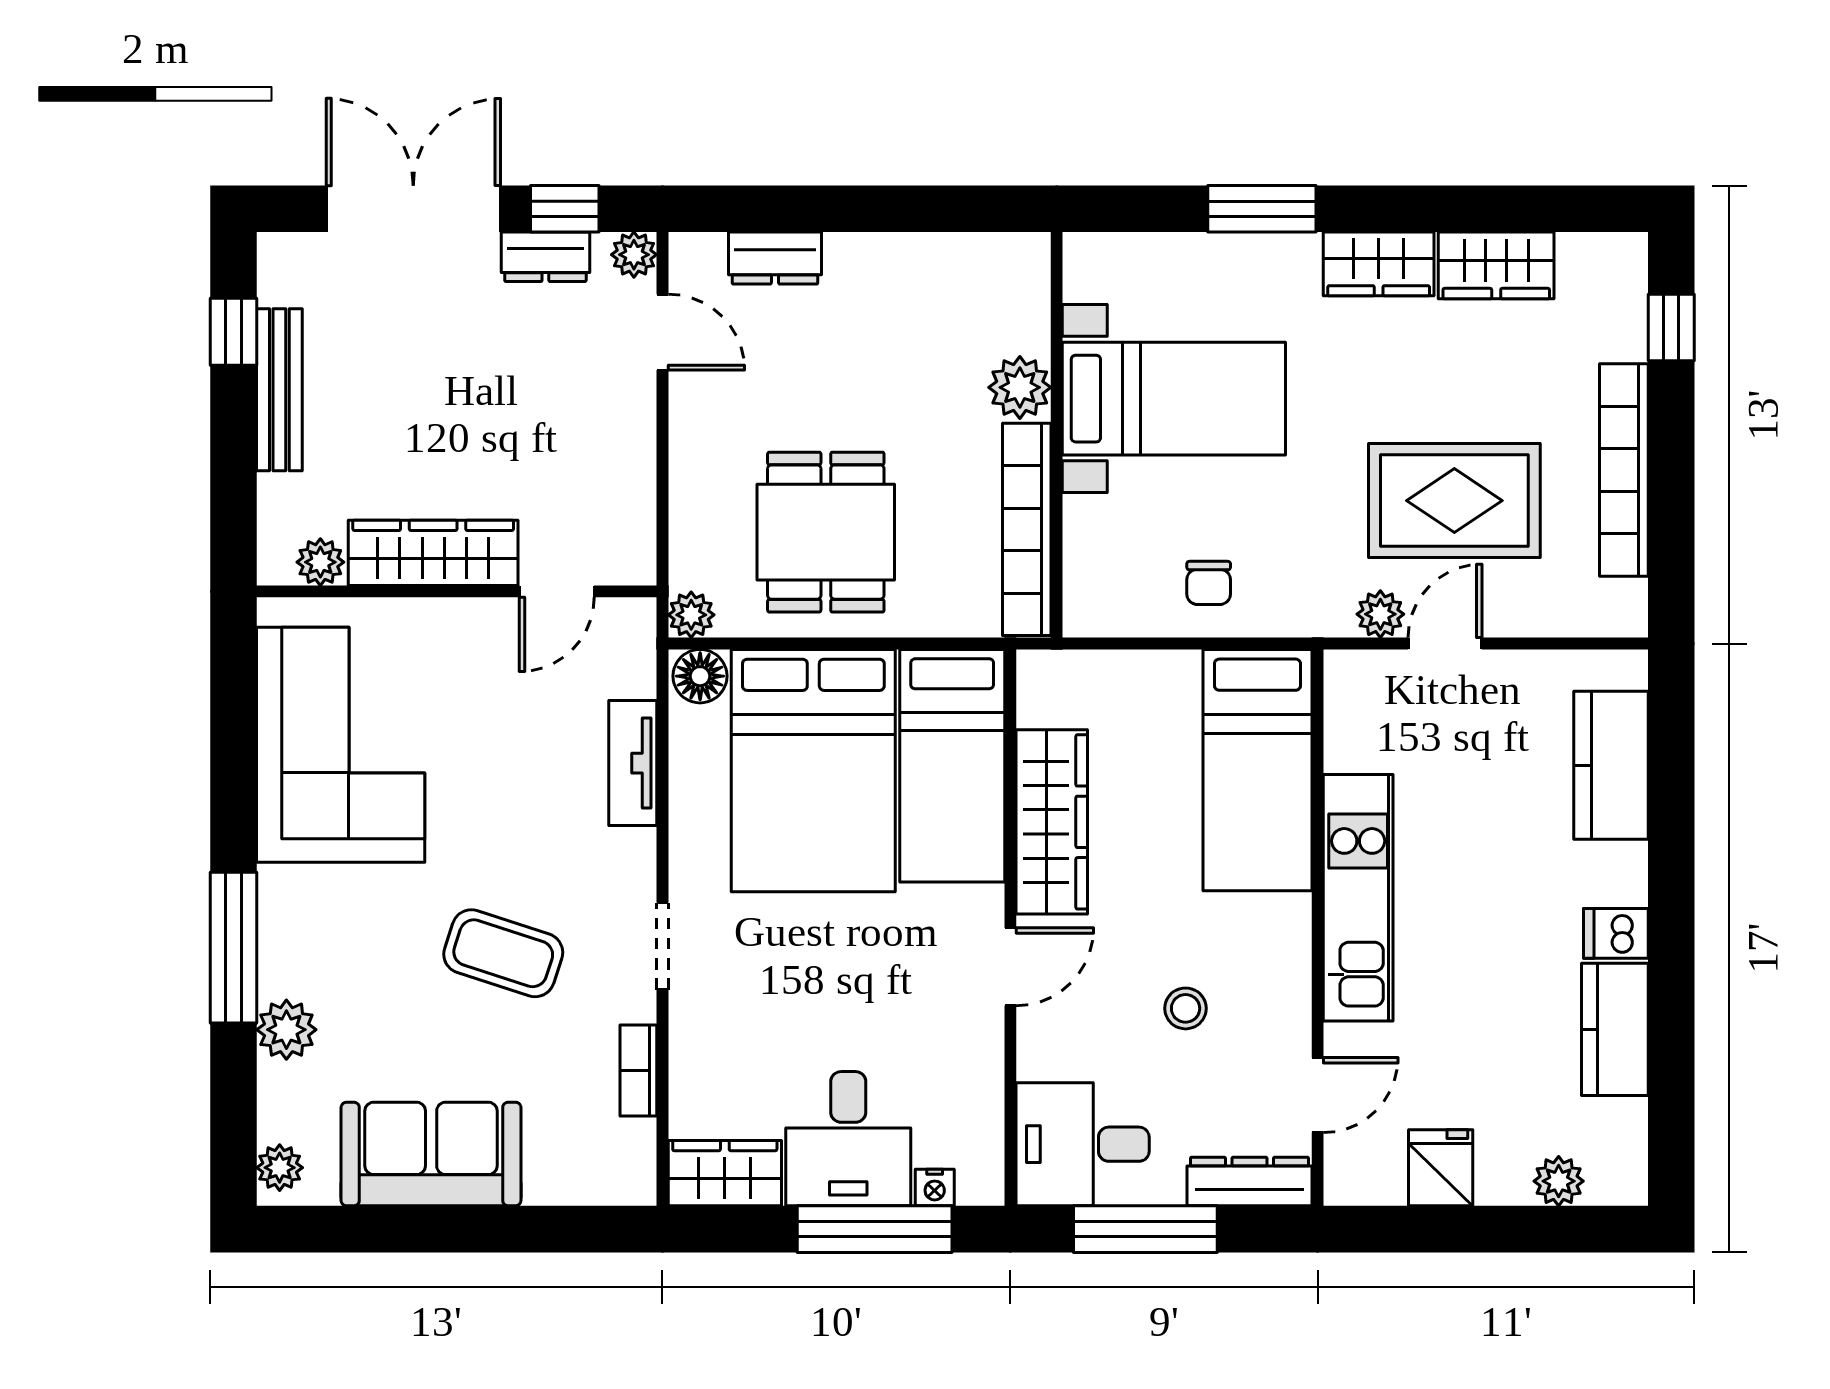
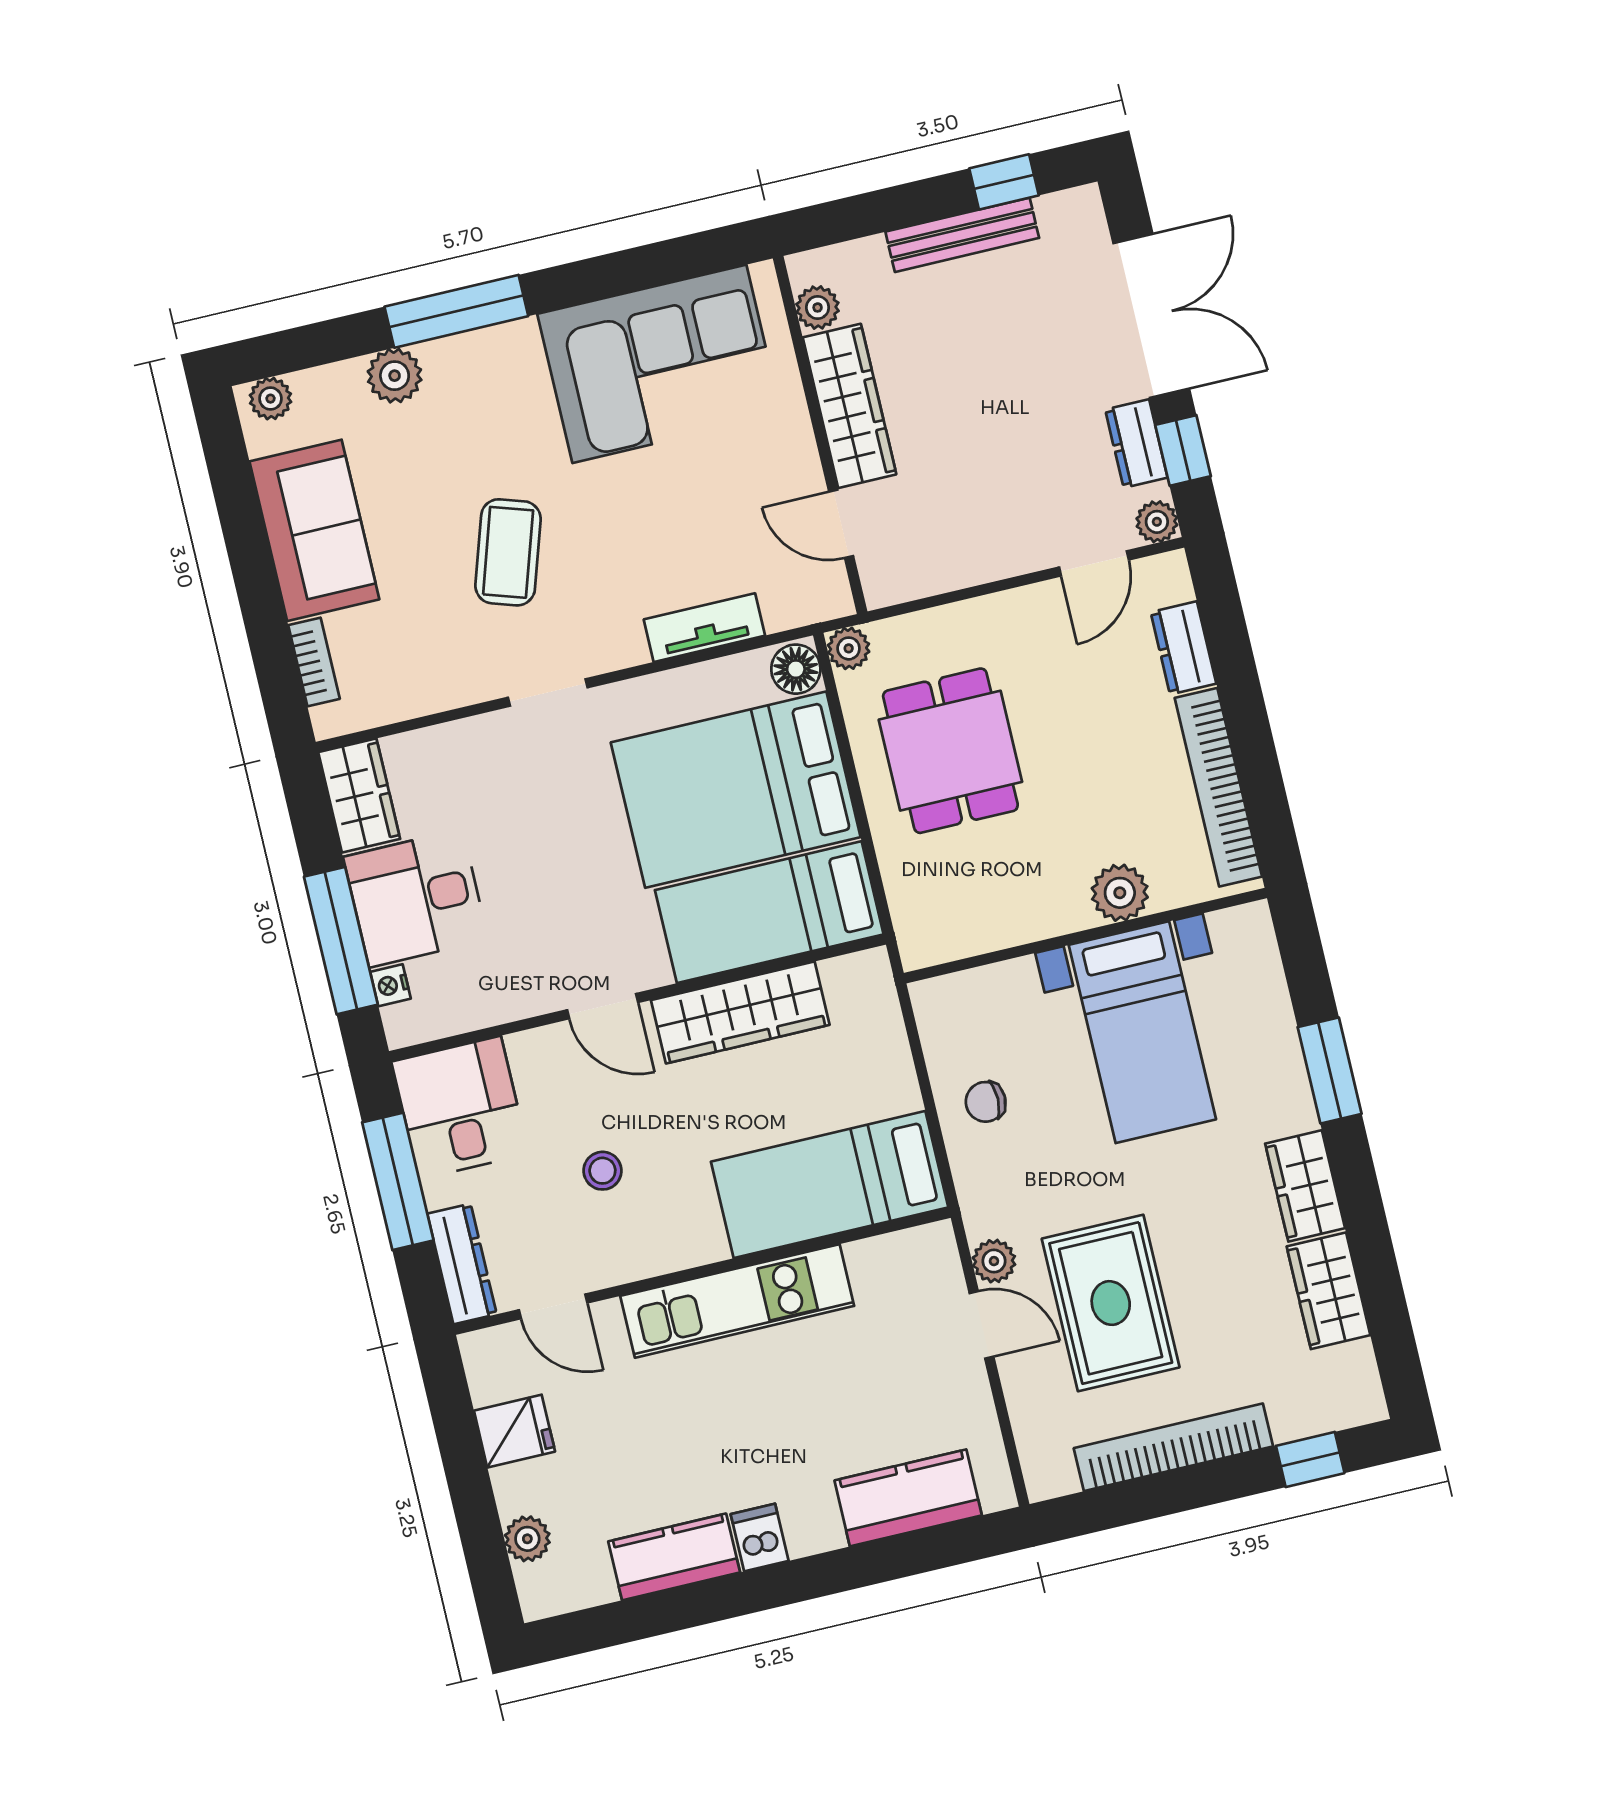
bookcase: (1027, 529) -> (1218, 787), moved, turned -90
dining table: (826, 532) -> (950, 751), turned 90
bookcase: (638, 1071) -> (314, 662), moved, turned 90

